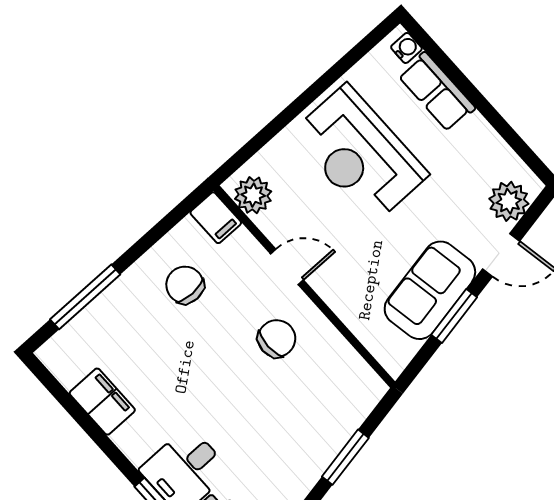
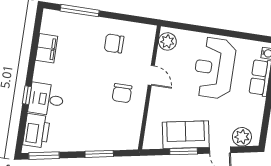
filing cabinet: (216, 218) -> (148, 35), removed
chair: (185, 285) -> (114, 43), turned -90
chair: (277, 339) -> (122, 93), turned 90

